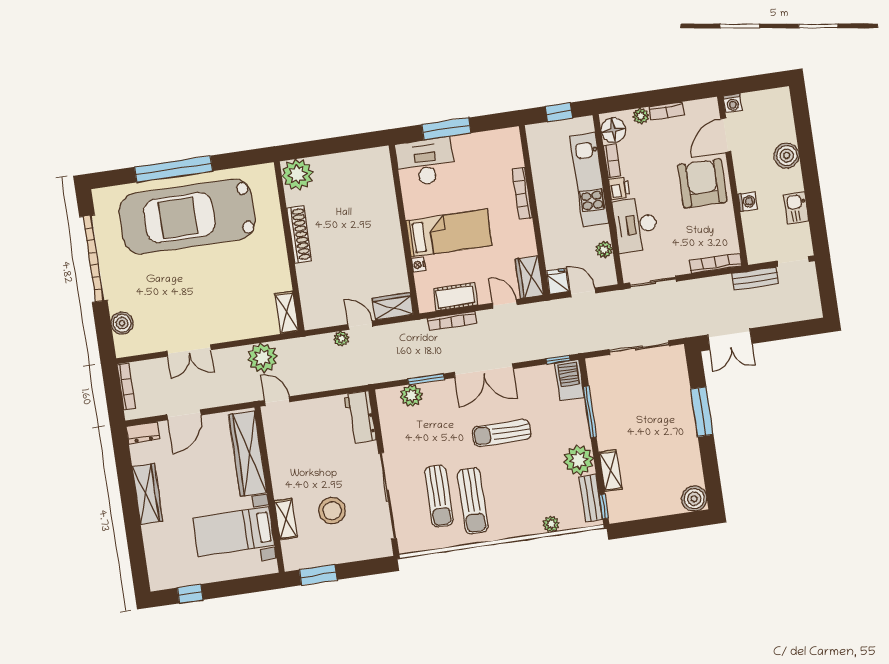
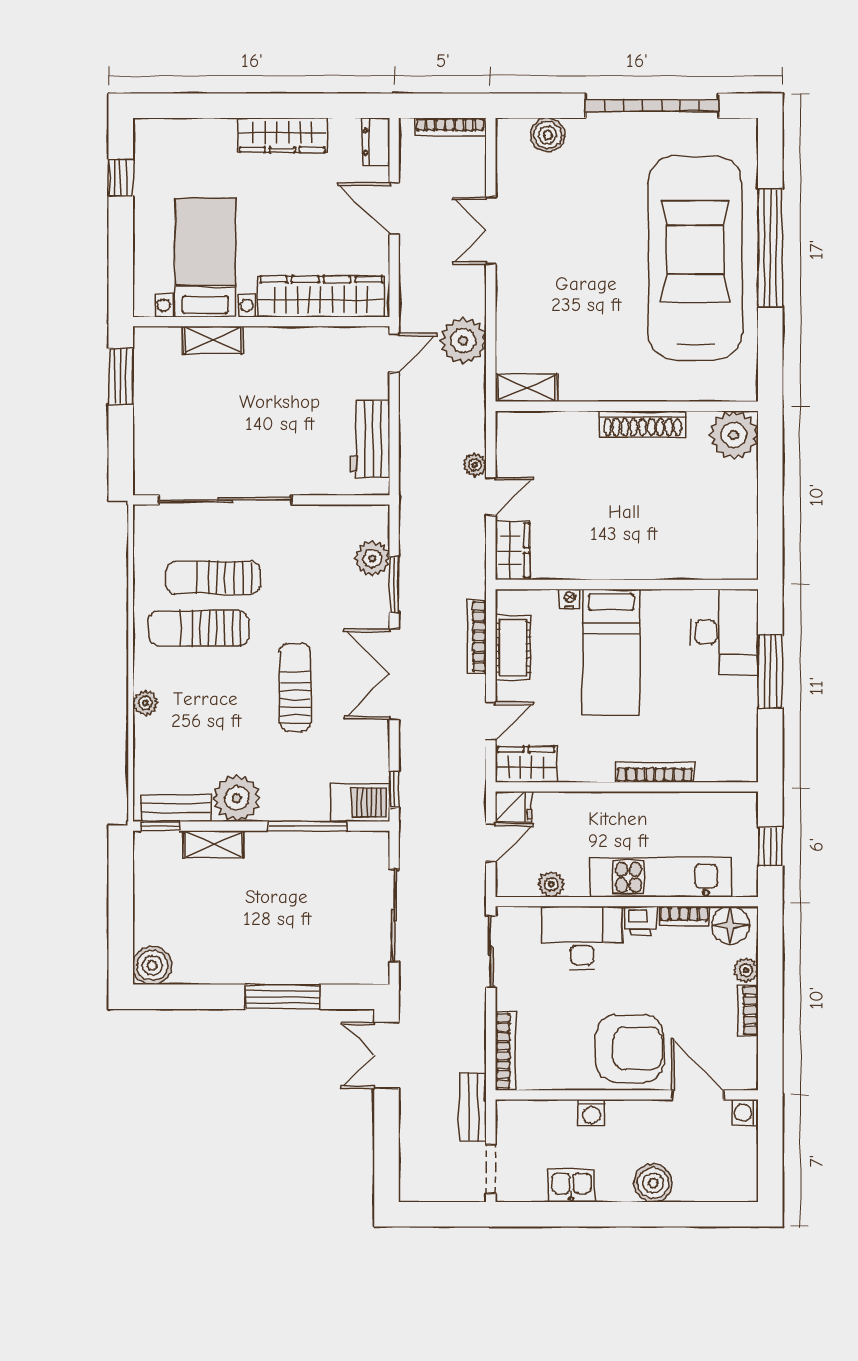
workbench: (360, 417) -> (370, 439), moved, turned -90
stool: (332, 511) -> (215, 412), removed
plant: (551, 524) -> (145, 703), moved

